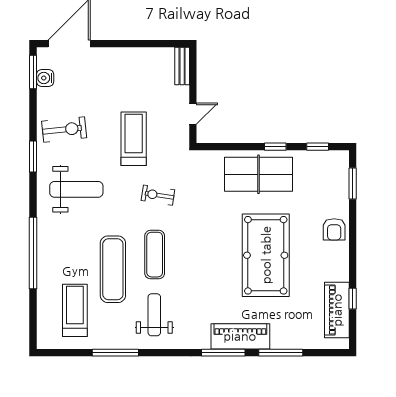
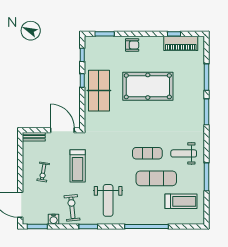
water cooler: (45, 78) -> (54, 219), moved
door: (193, 114) -> (62, 130), width x1.87
treadmill: (134, 139) -> (78, 166), turned -90
weight bench: (76, 189) -> (108, 200), turned 180
exercise bike: (158, 195) -> (43, 172), moved
treadmill: (75, 310) -> (181, 201), turned 180
piano: (240, 336) -> (197, 102), removed

